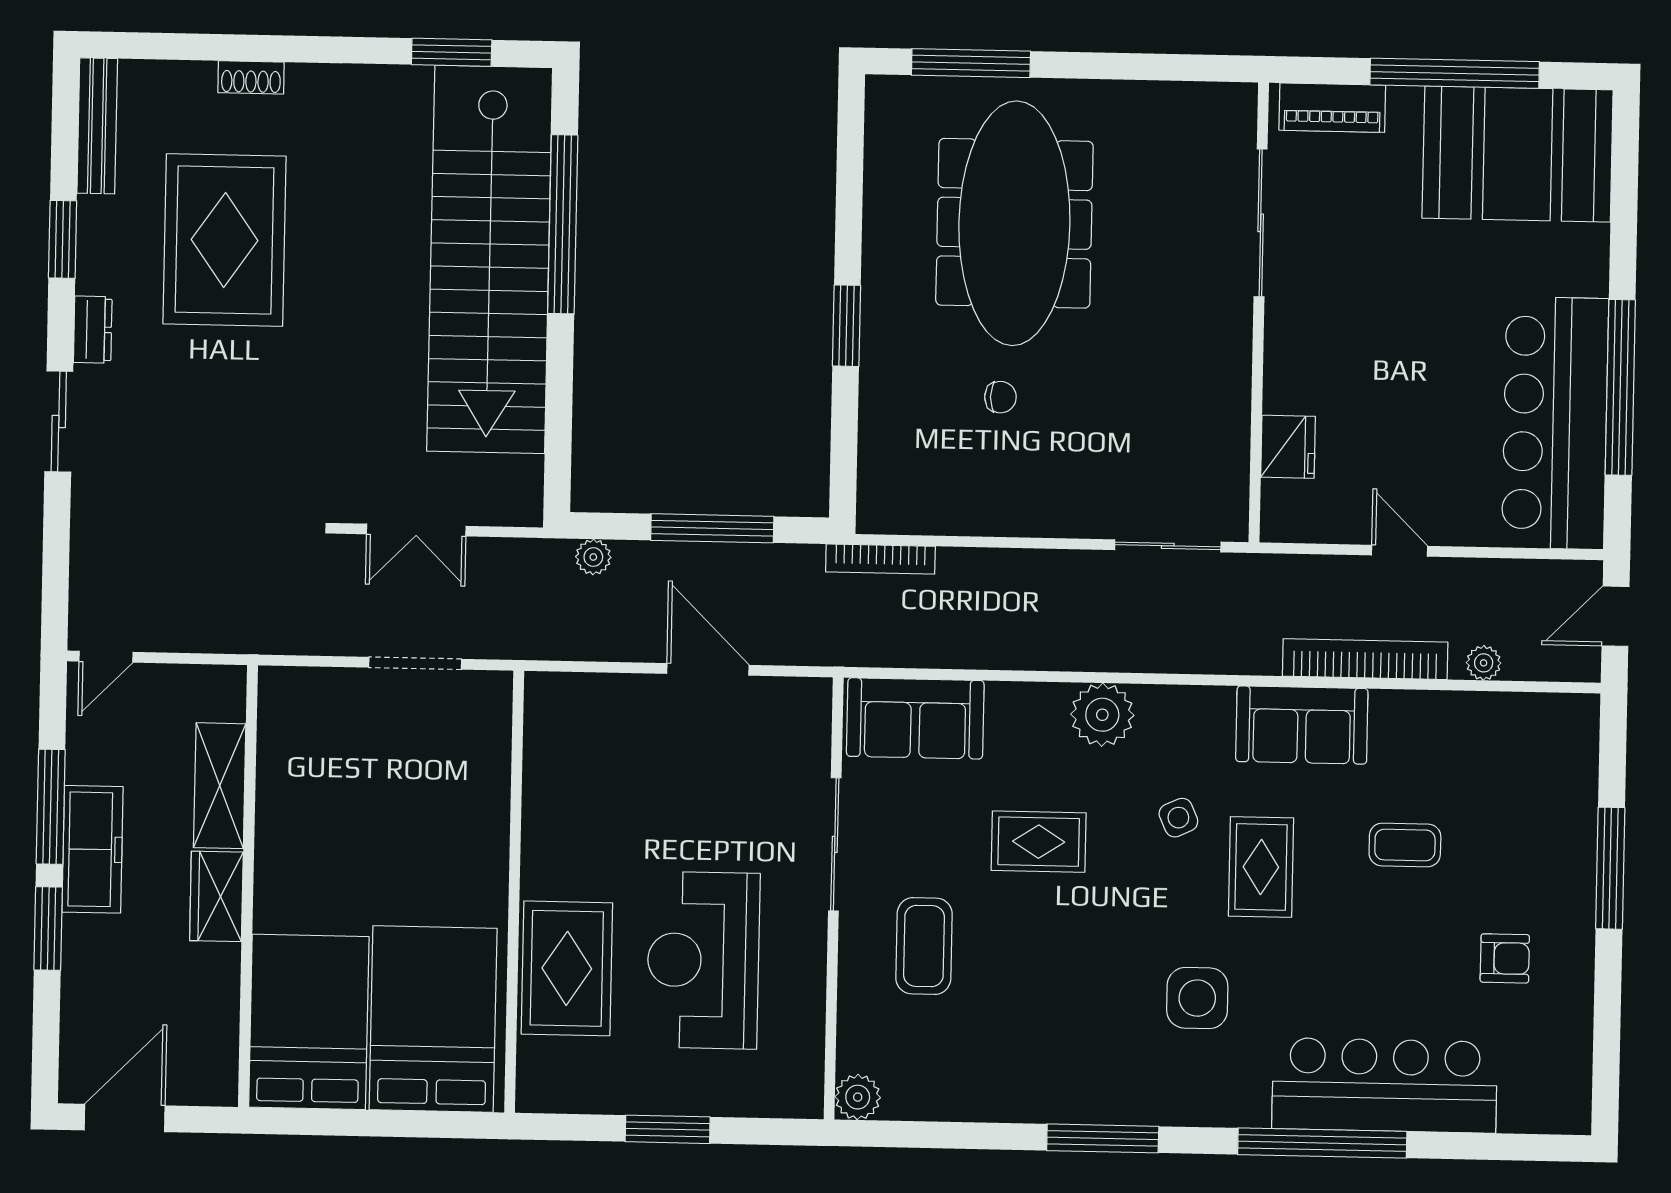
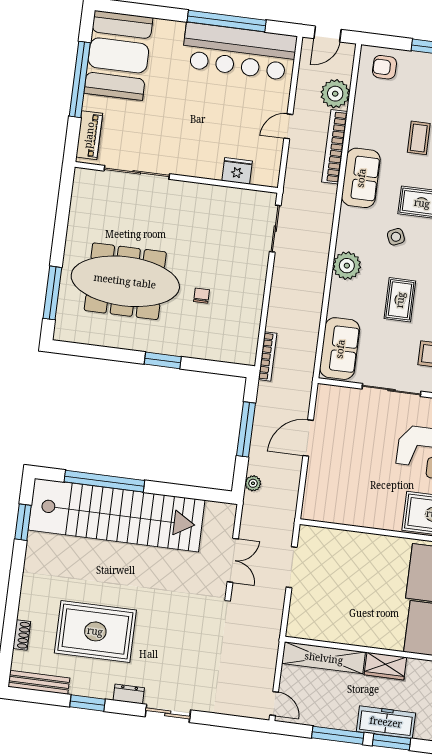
shoe rack: (251, 77) -> (22, 635), moved
door: (1616, 616) -> (328, 34), hinge flipped
plant: (1484, 663) -> (335, 94), width x1.88, depth x1.88
armchair: (1555, 751) -> (384, 67), added
shelving: (220, 786) -> (324, 658), width x1.47
freezer: (93, 849) -> (386, 722), moved

